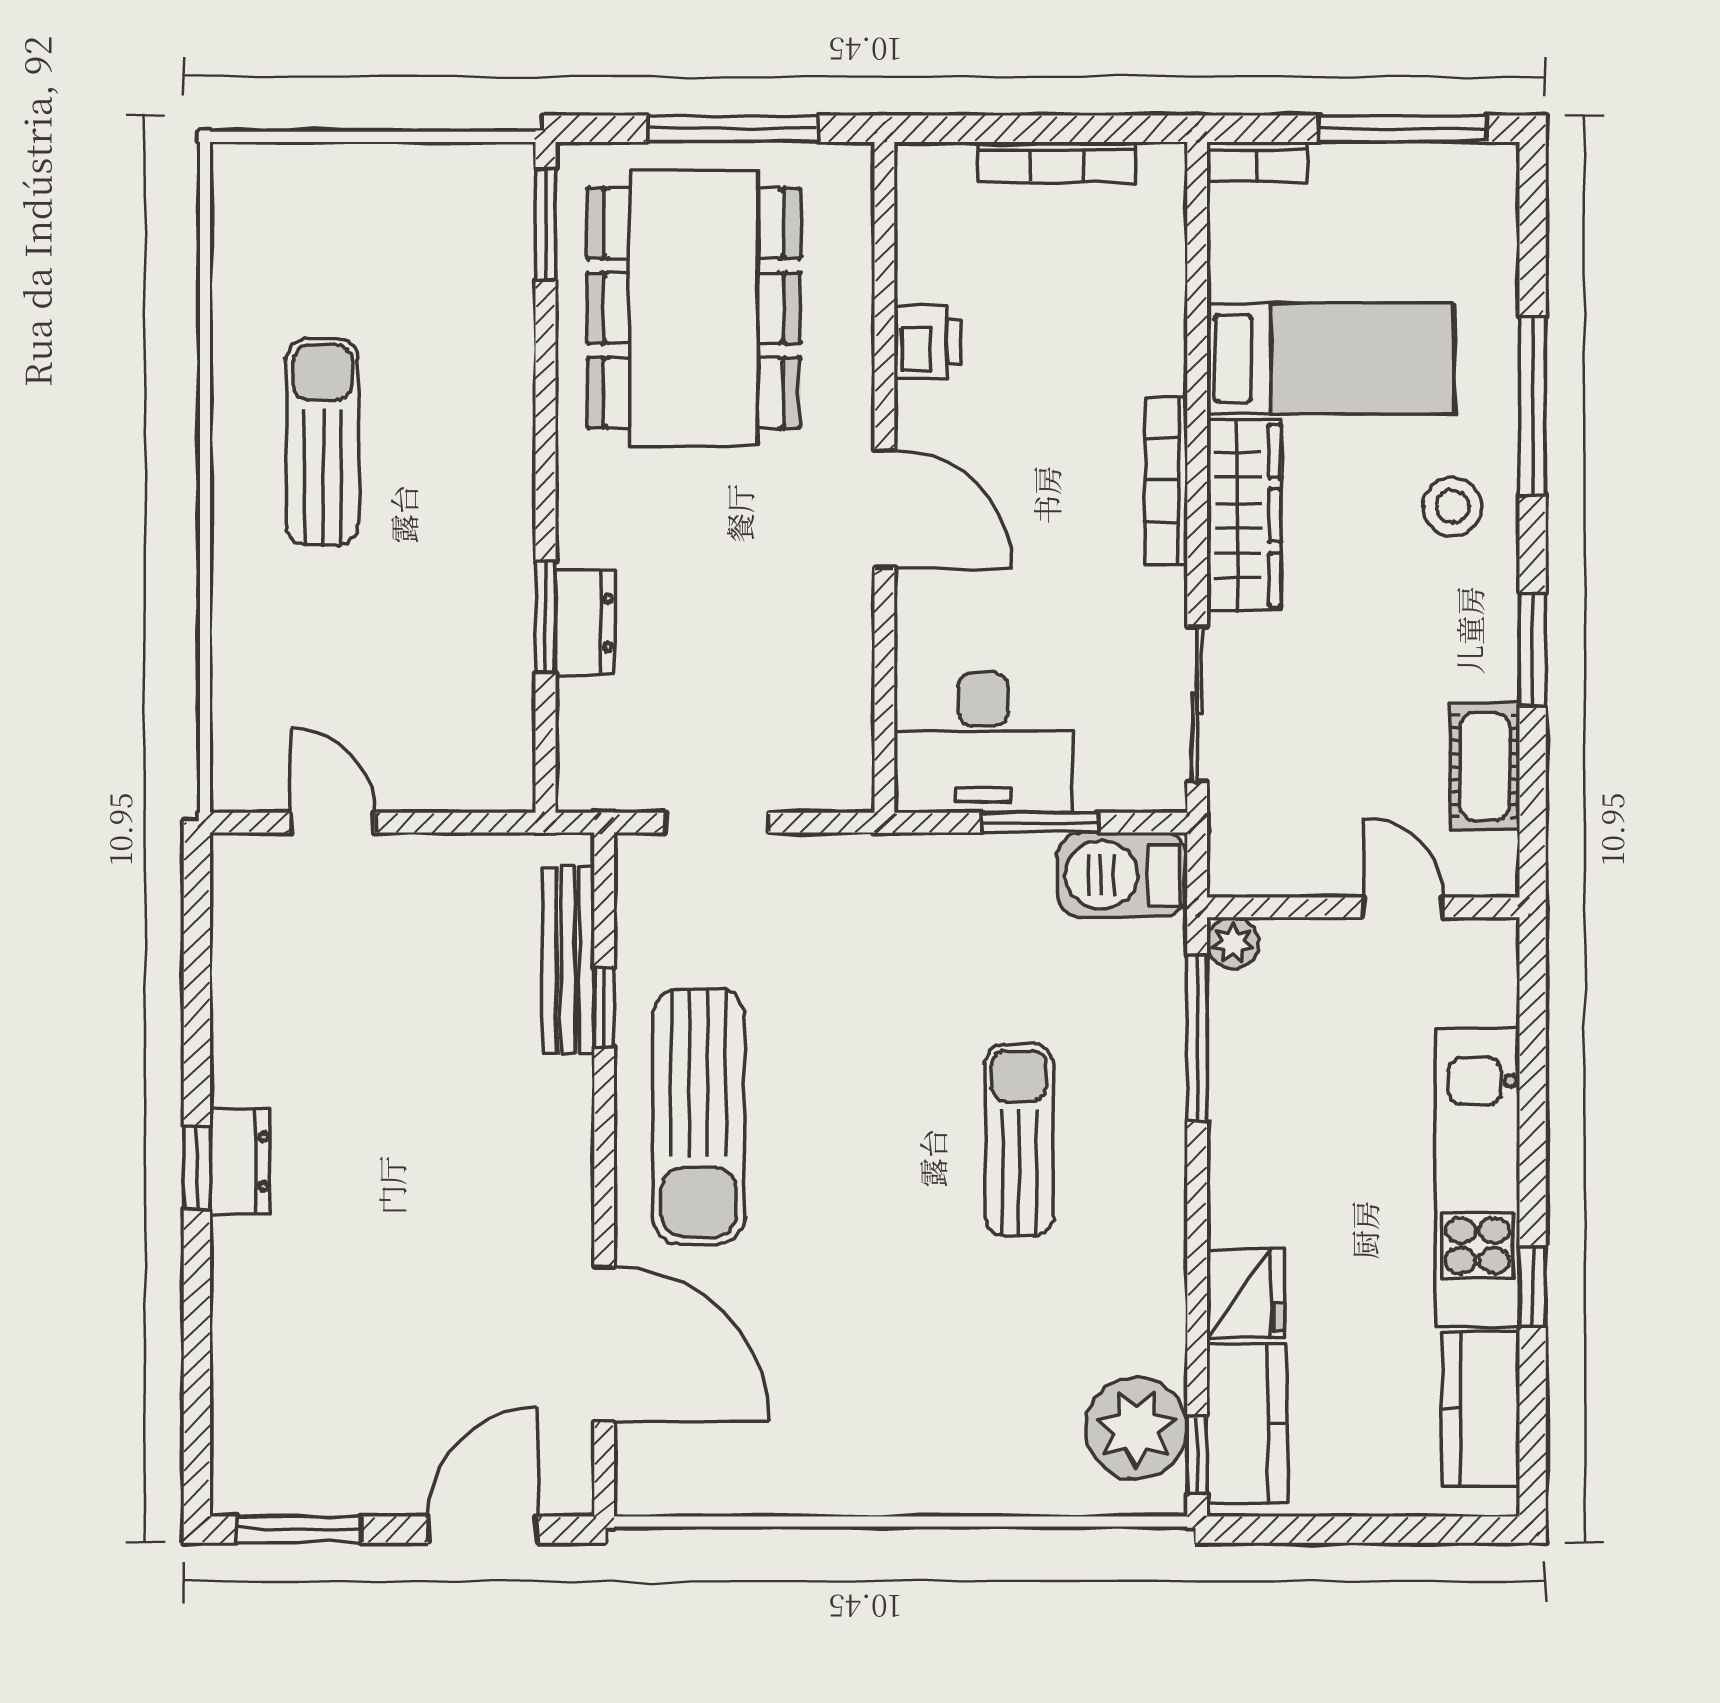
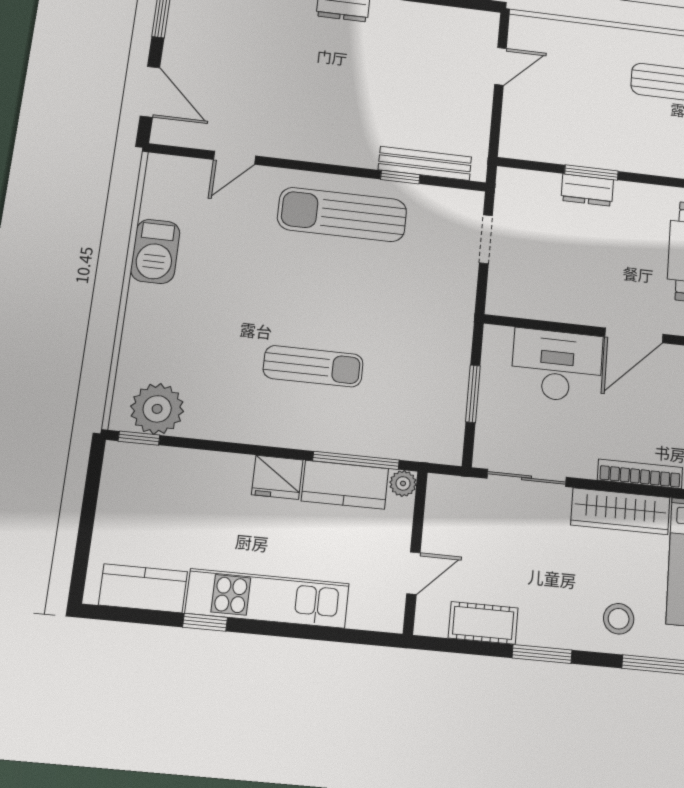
desk: (983, 743) -> (557, 365), moved, turned 90
barbecue: (1122, 875) -> (155, 251), moved, turned 180
fridge: (1246, 1293) -> (277, 477), moved
door: (604, 1344) -> (235, 158), width x0.53
kitchen counter: (1247, 1424) -> (345, 485), moved

